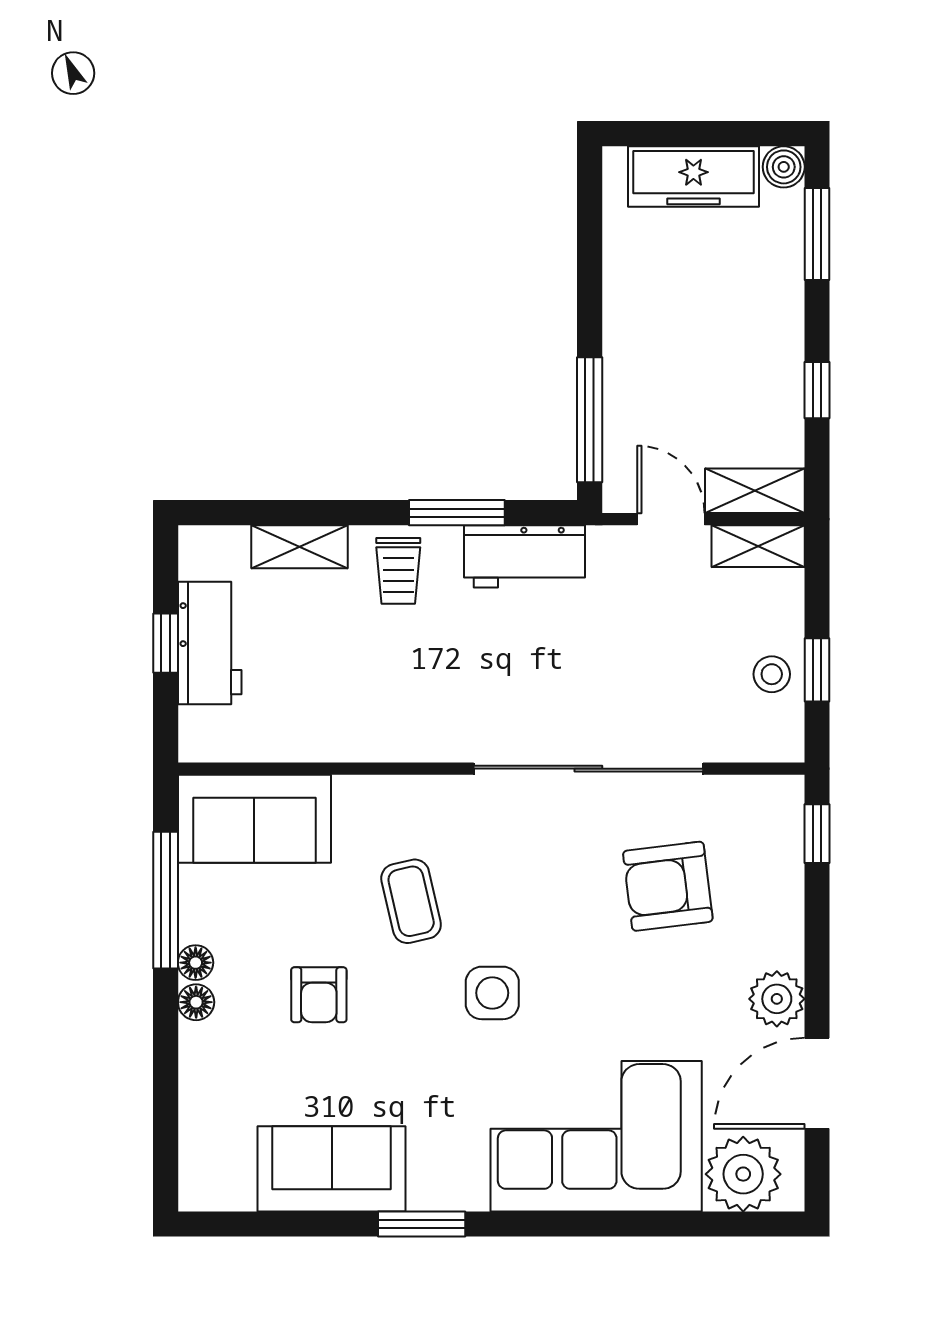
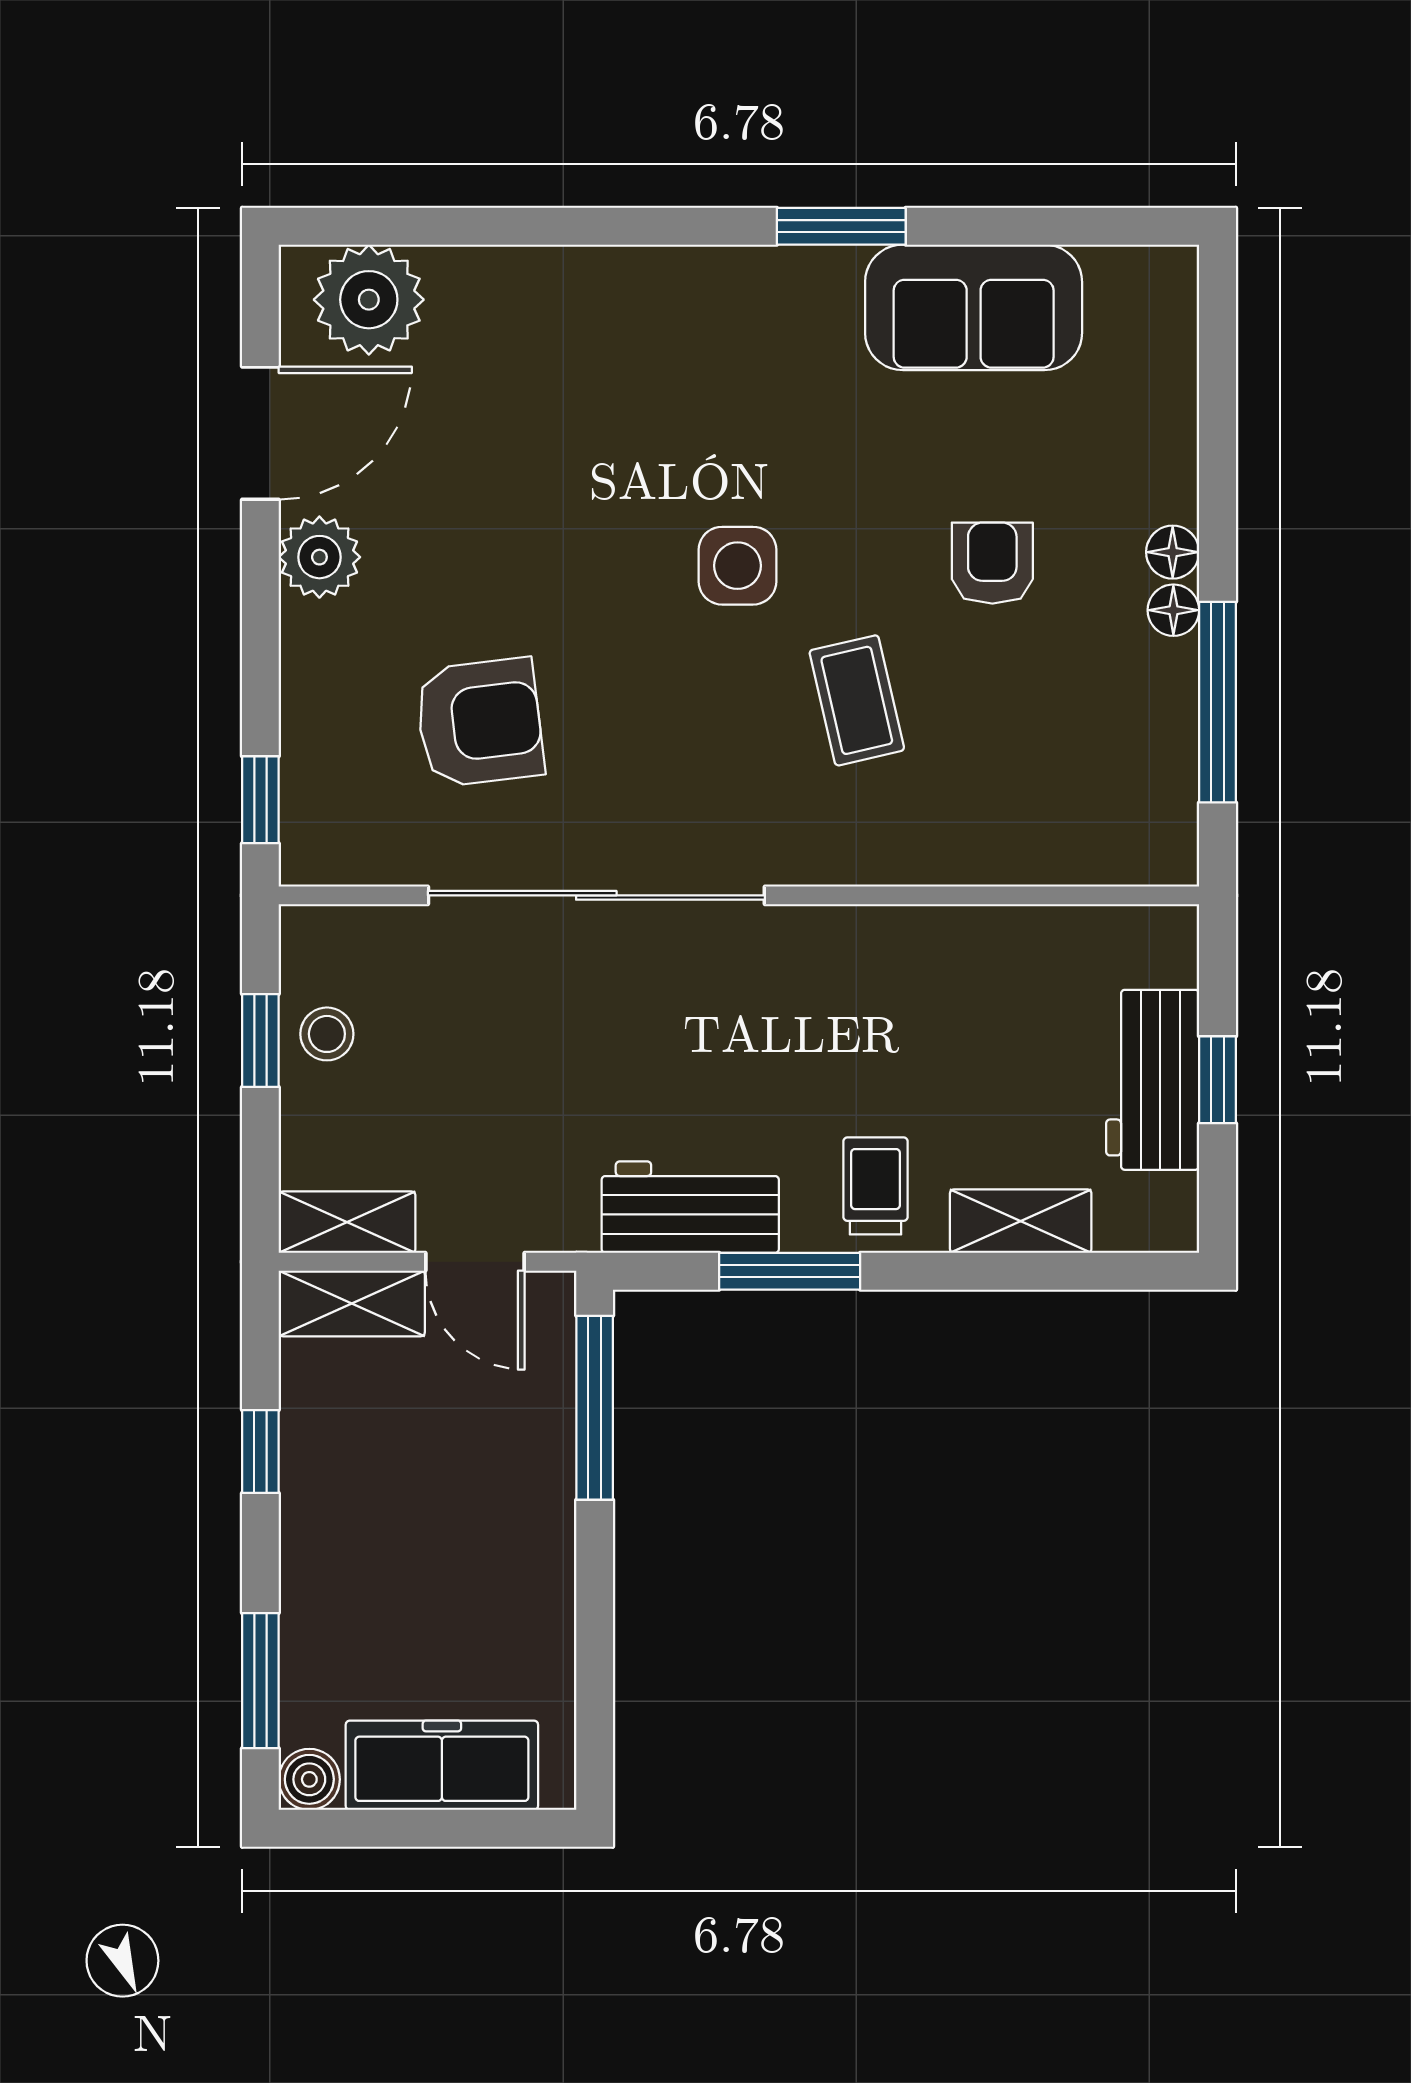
sofa: (254, 819) -> (1087, 822), removed
corner sofa: (596, 1136) -> (585, 355), removed

